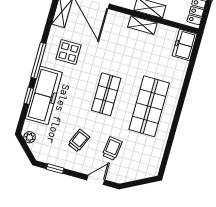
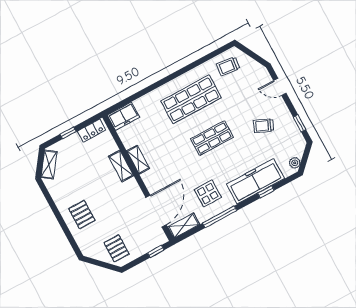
window: (39, 61) -> (220, 217), moved
trolley: (112, 148) -> (228, 66), moved

